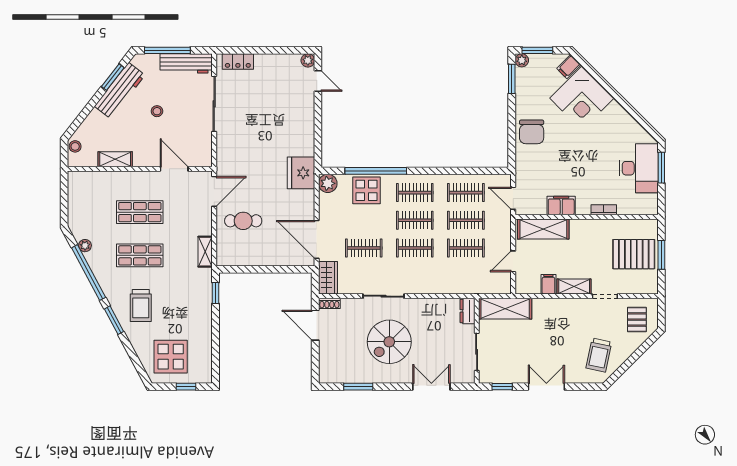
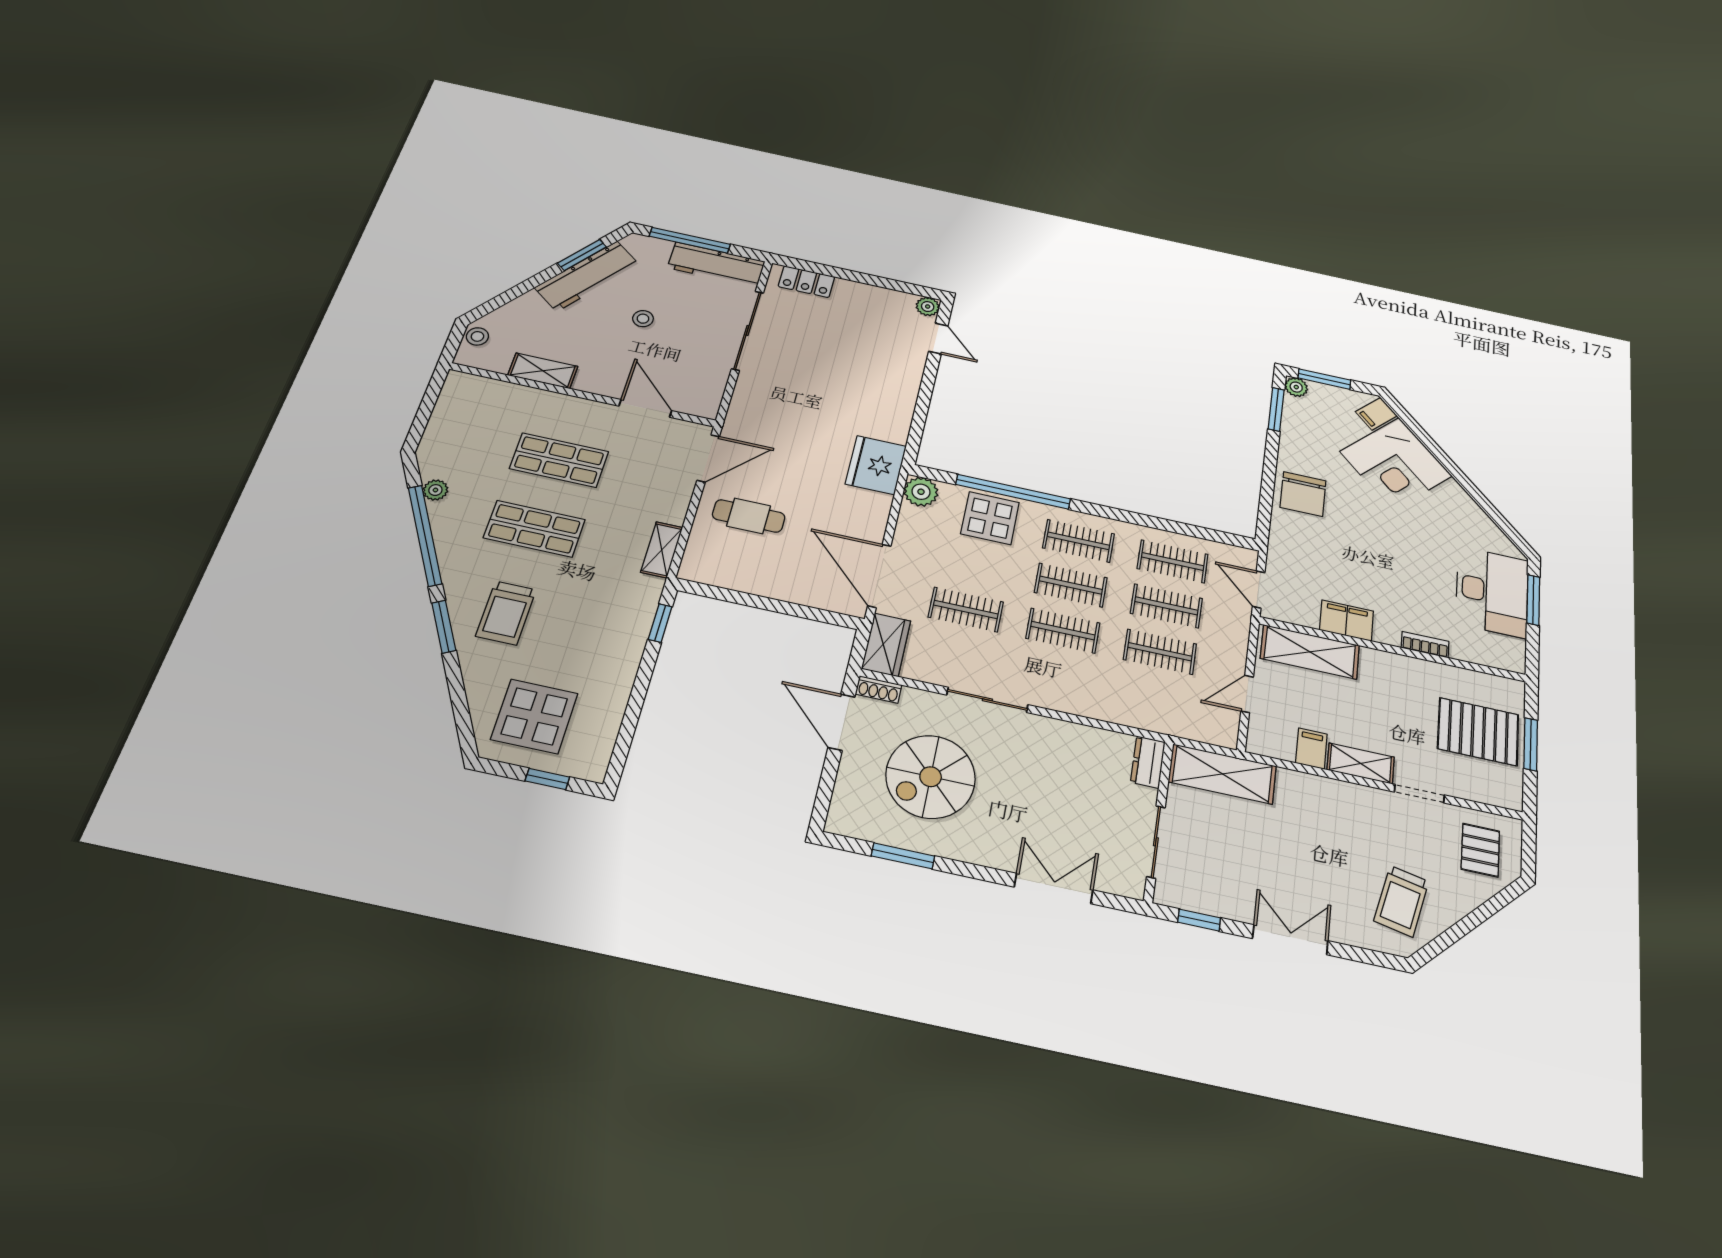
spiral stairs: (389, 342) -> (931, 777), moved

